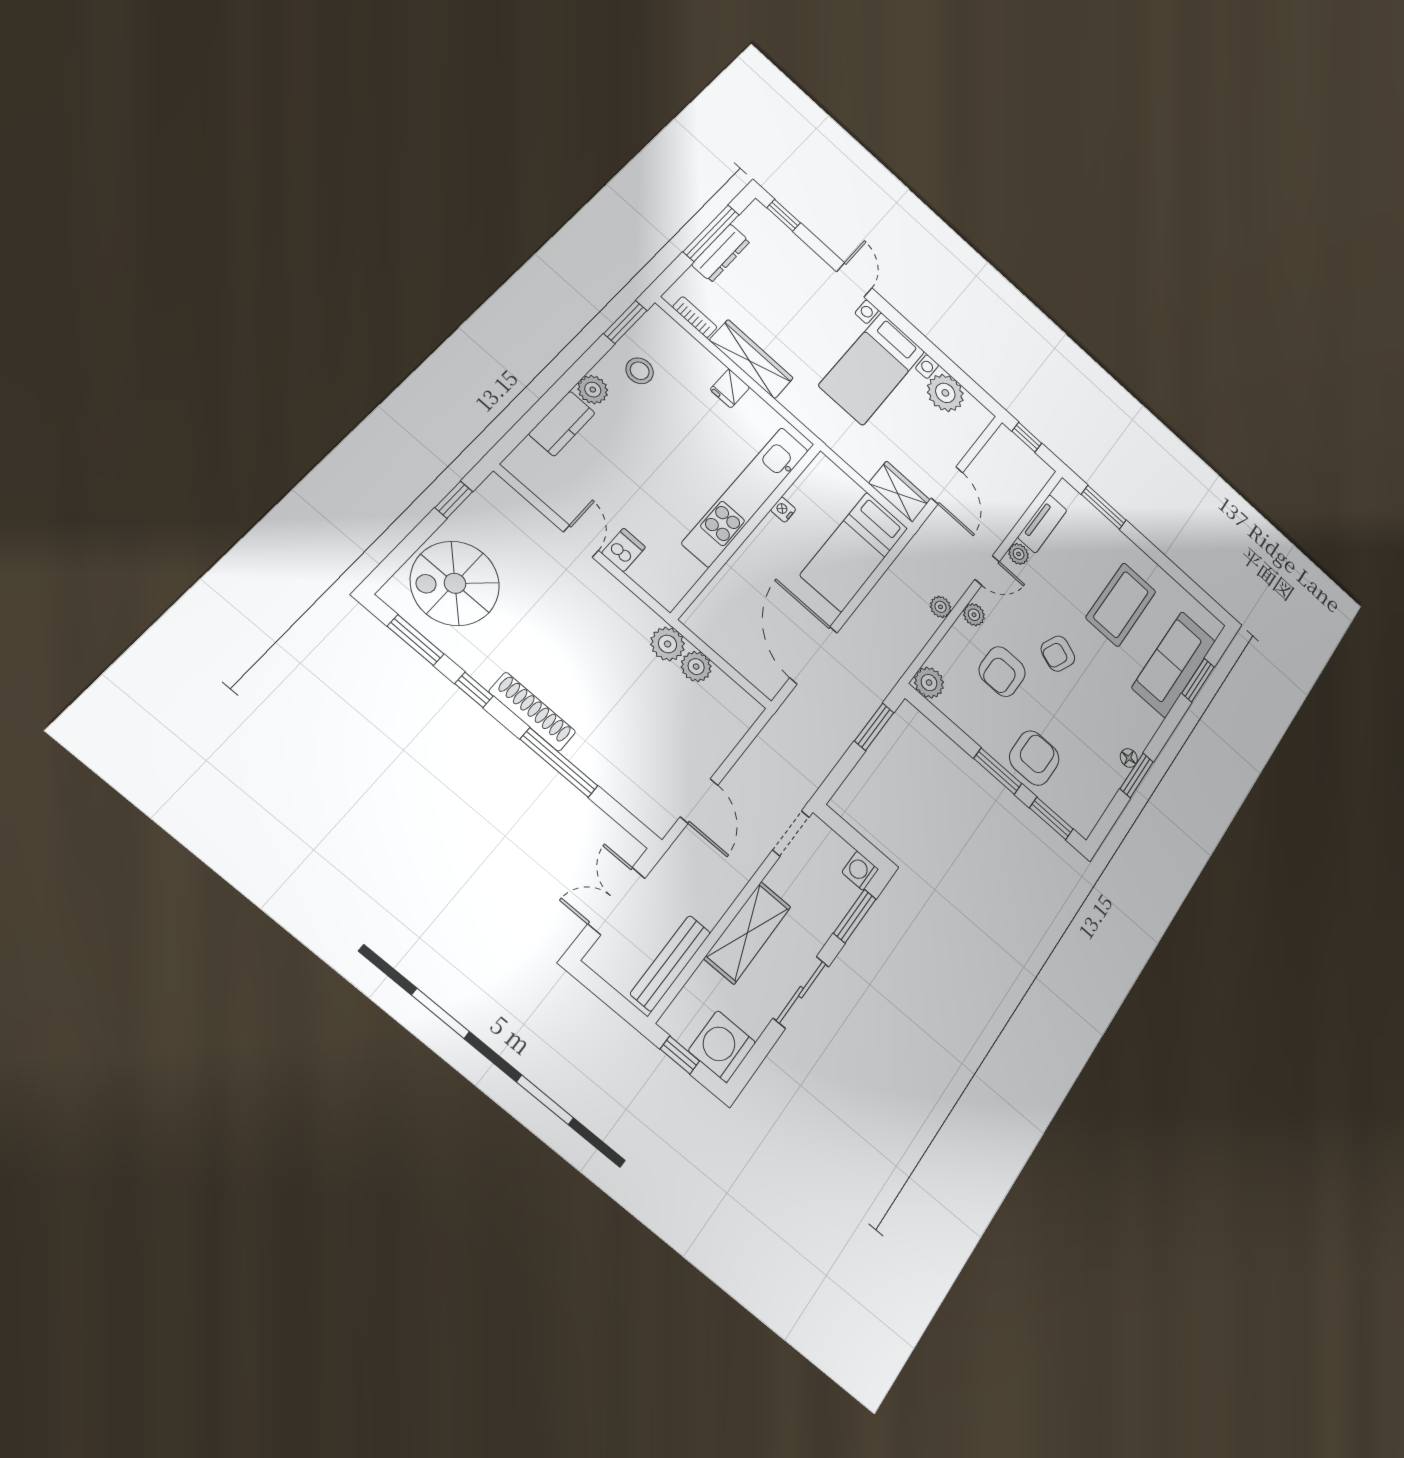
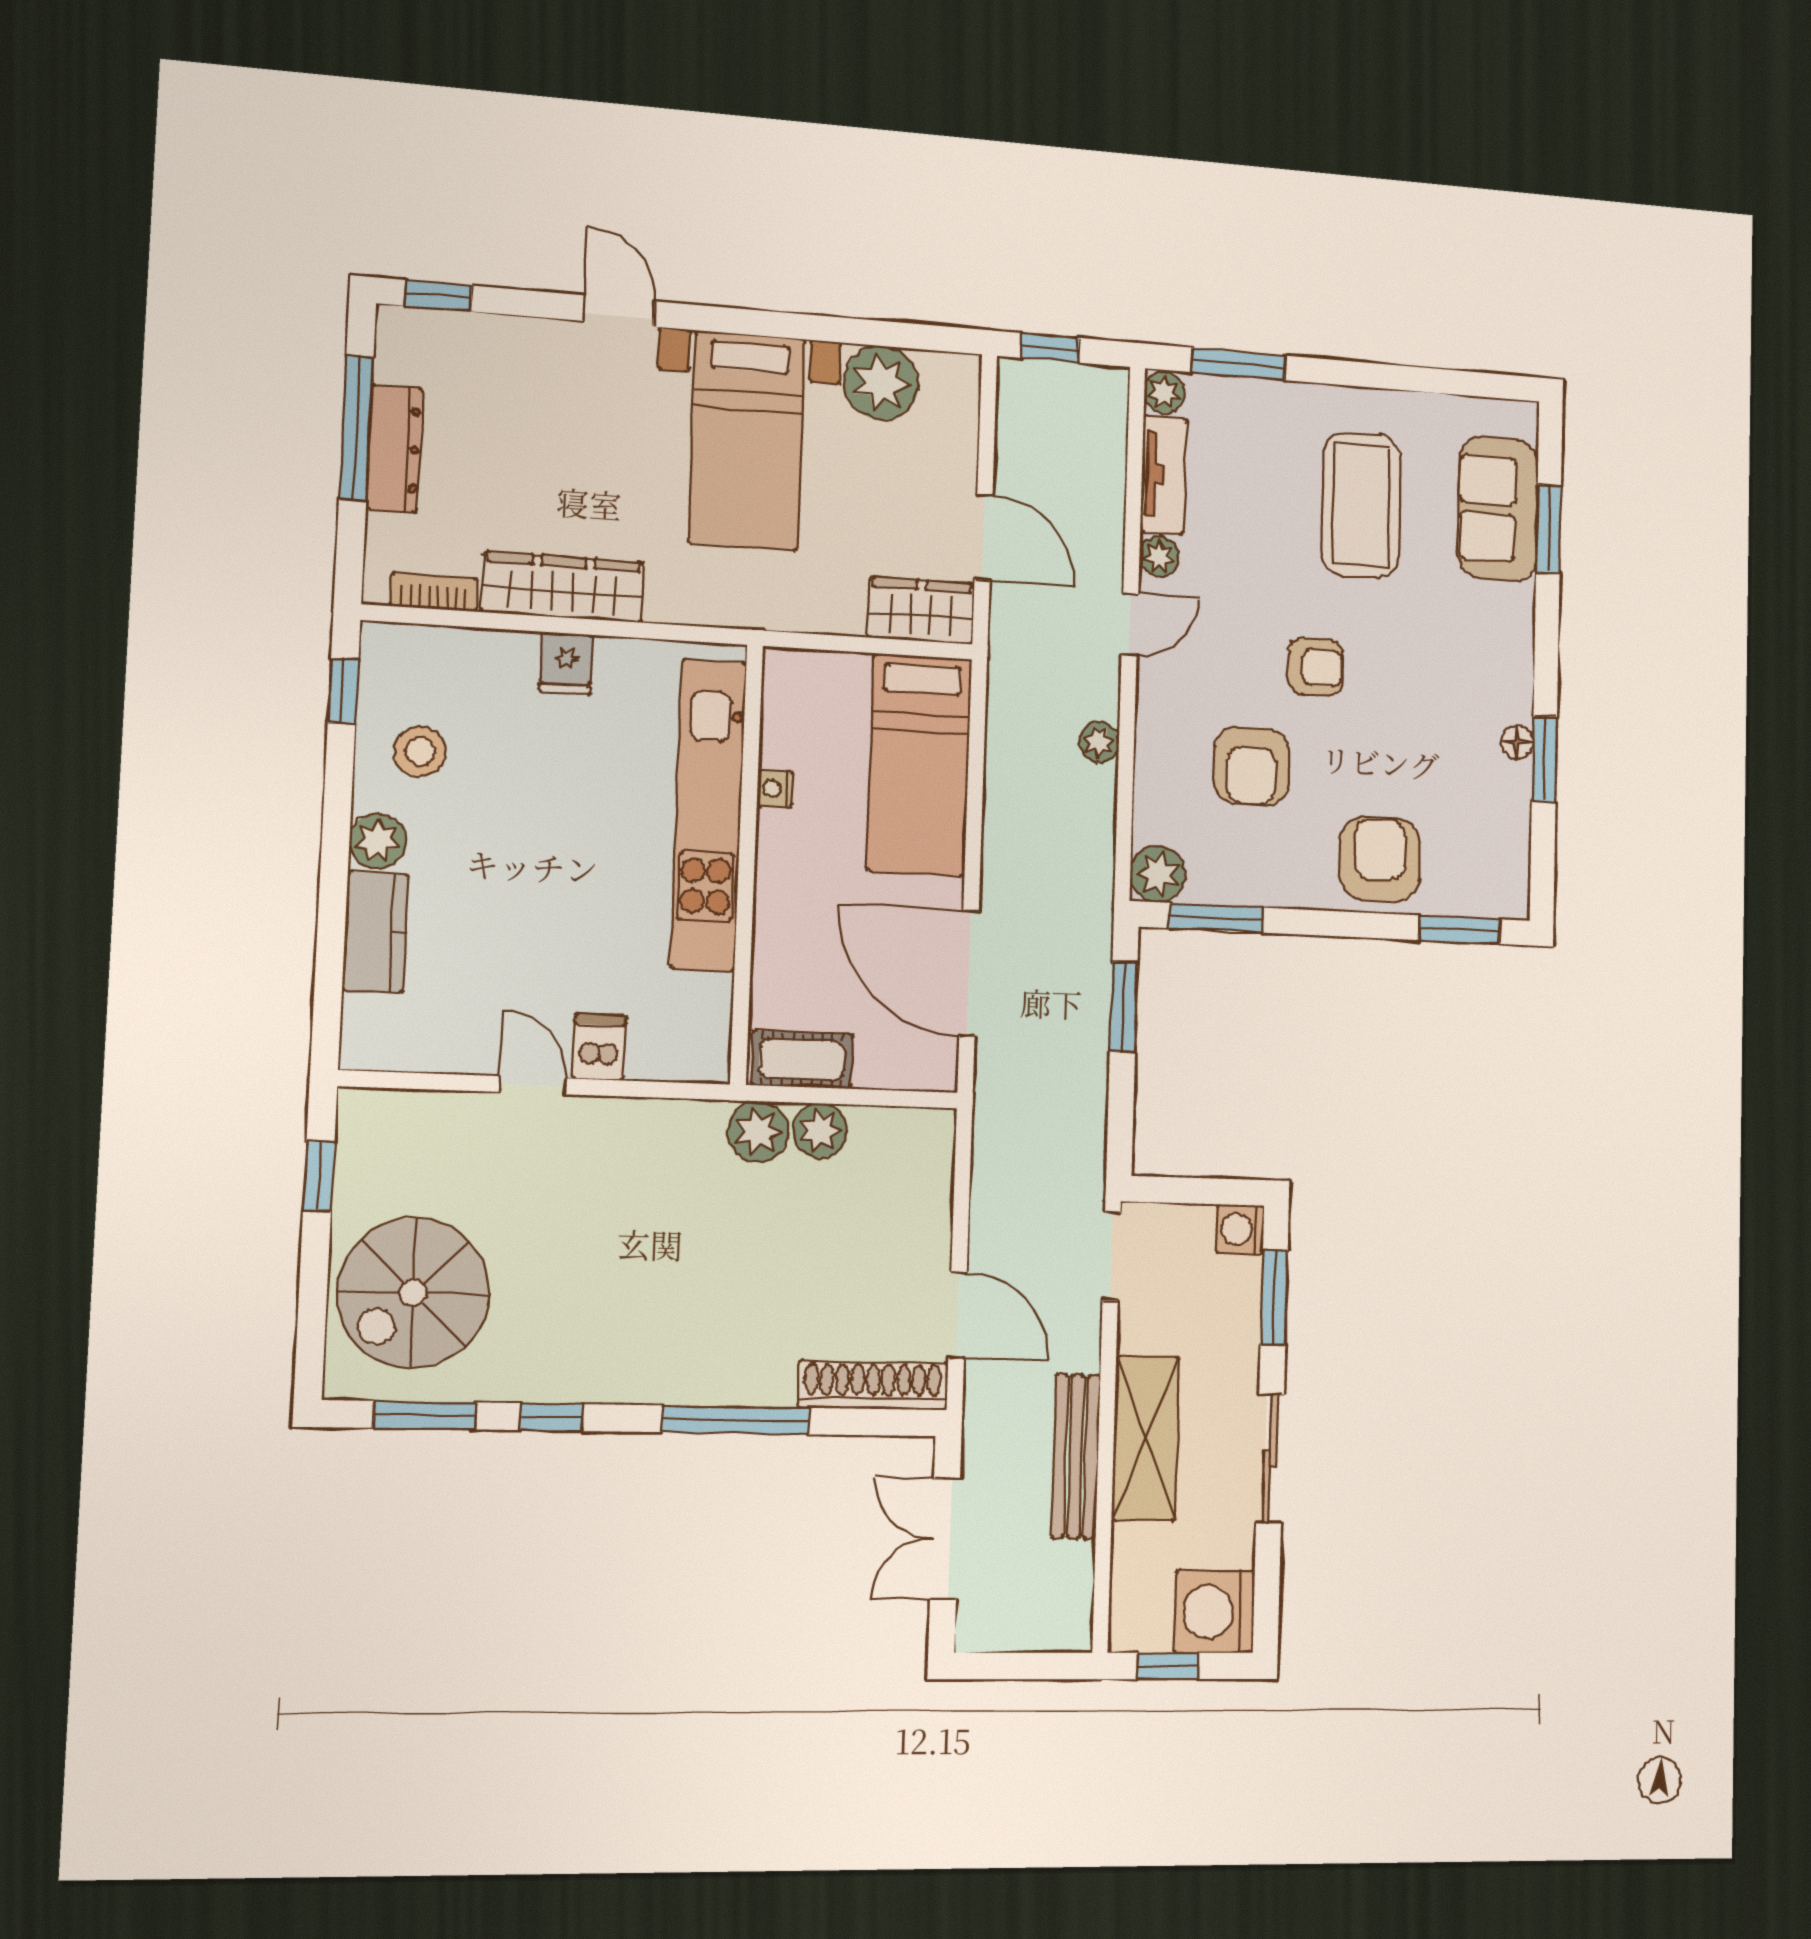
window: (625, 322) -> (343, 691), width x0.67
plant: (974, 615) -> (1164, 393), moved
cot: (711, 630) -> (802, 1060), added
armchair: (1058, 654) -> (1315, 667), turned -112
sofa: (1174, 664) -> (1498, 509), width x0.73
shoe rack: (532, 712) -> (873, 1385), moved
window: (998, 771) -> (1216, 918), moved
bench: (671, 963) -> (1076, 1456), moved

